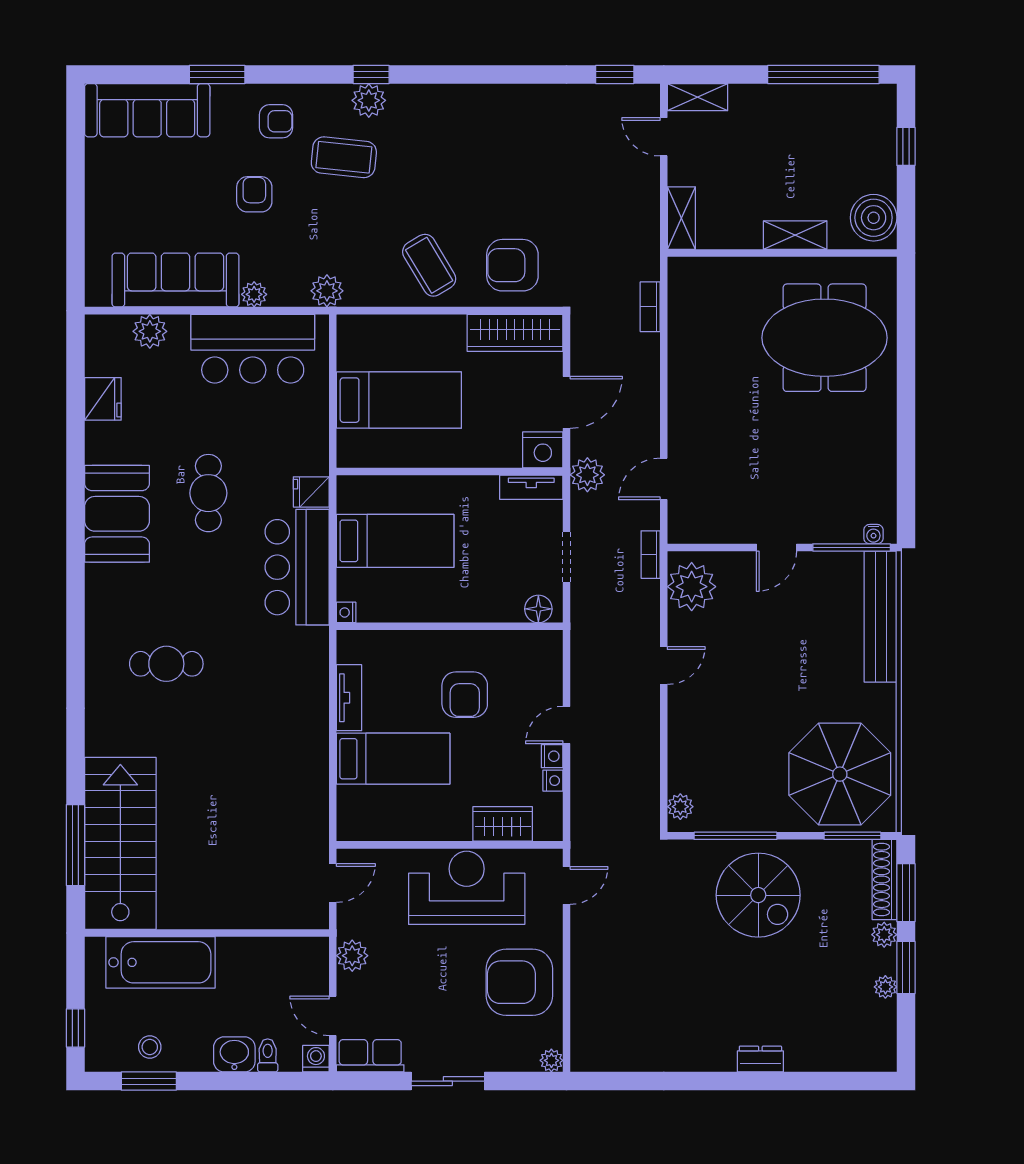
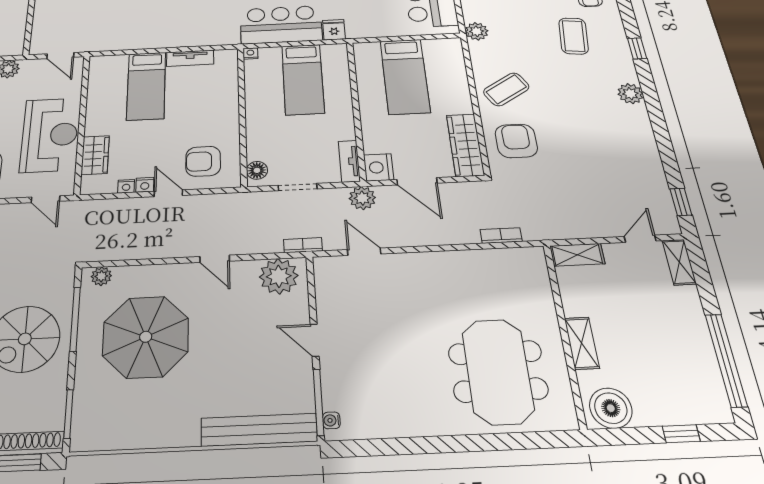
plant: (369, 100) -> (630, 94), moved
armchair: (465, 695) -> (203, 161), moved
parasol: (840, 774) -> (146, 337), moved

